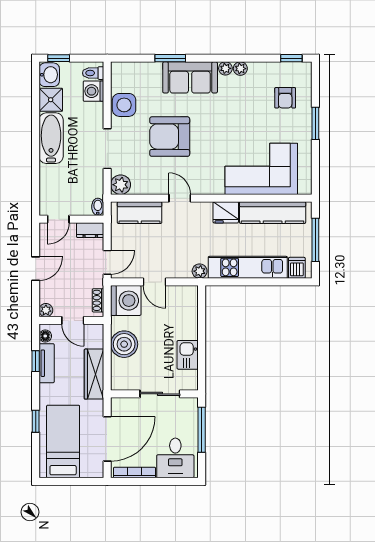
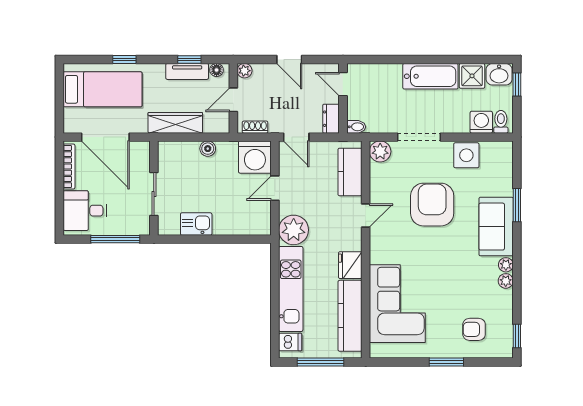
plant: (200, 271) -> (294, 230), width x1.87, depth x1.87
boiler: (124, 344) -> (208, 149), width x0.54, depth x0.54

